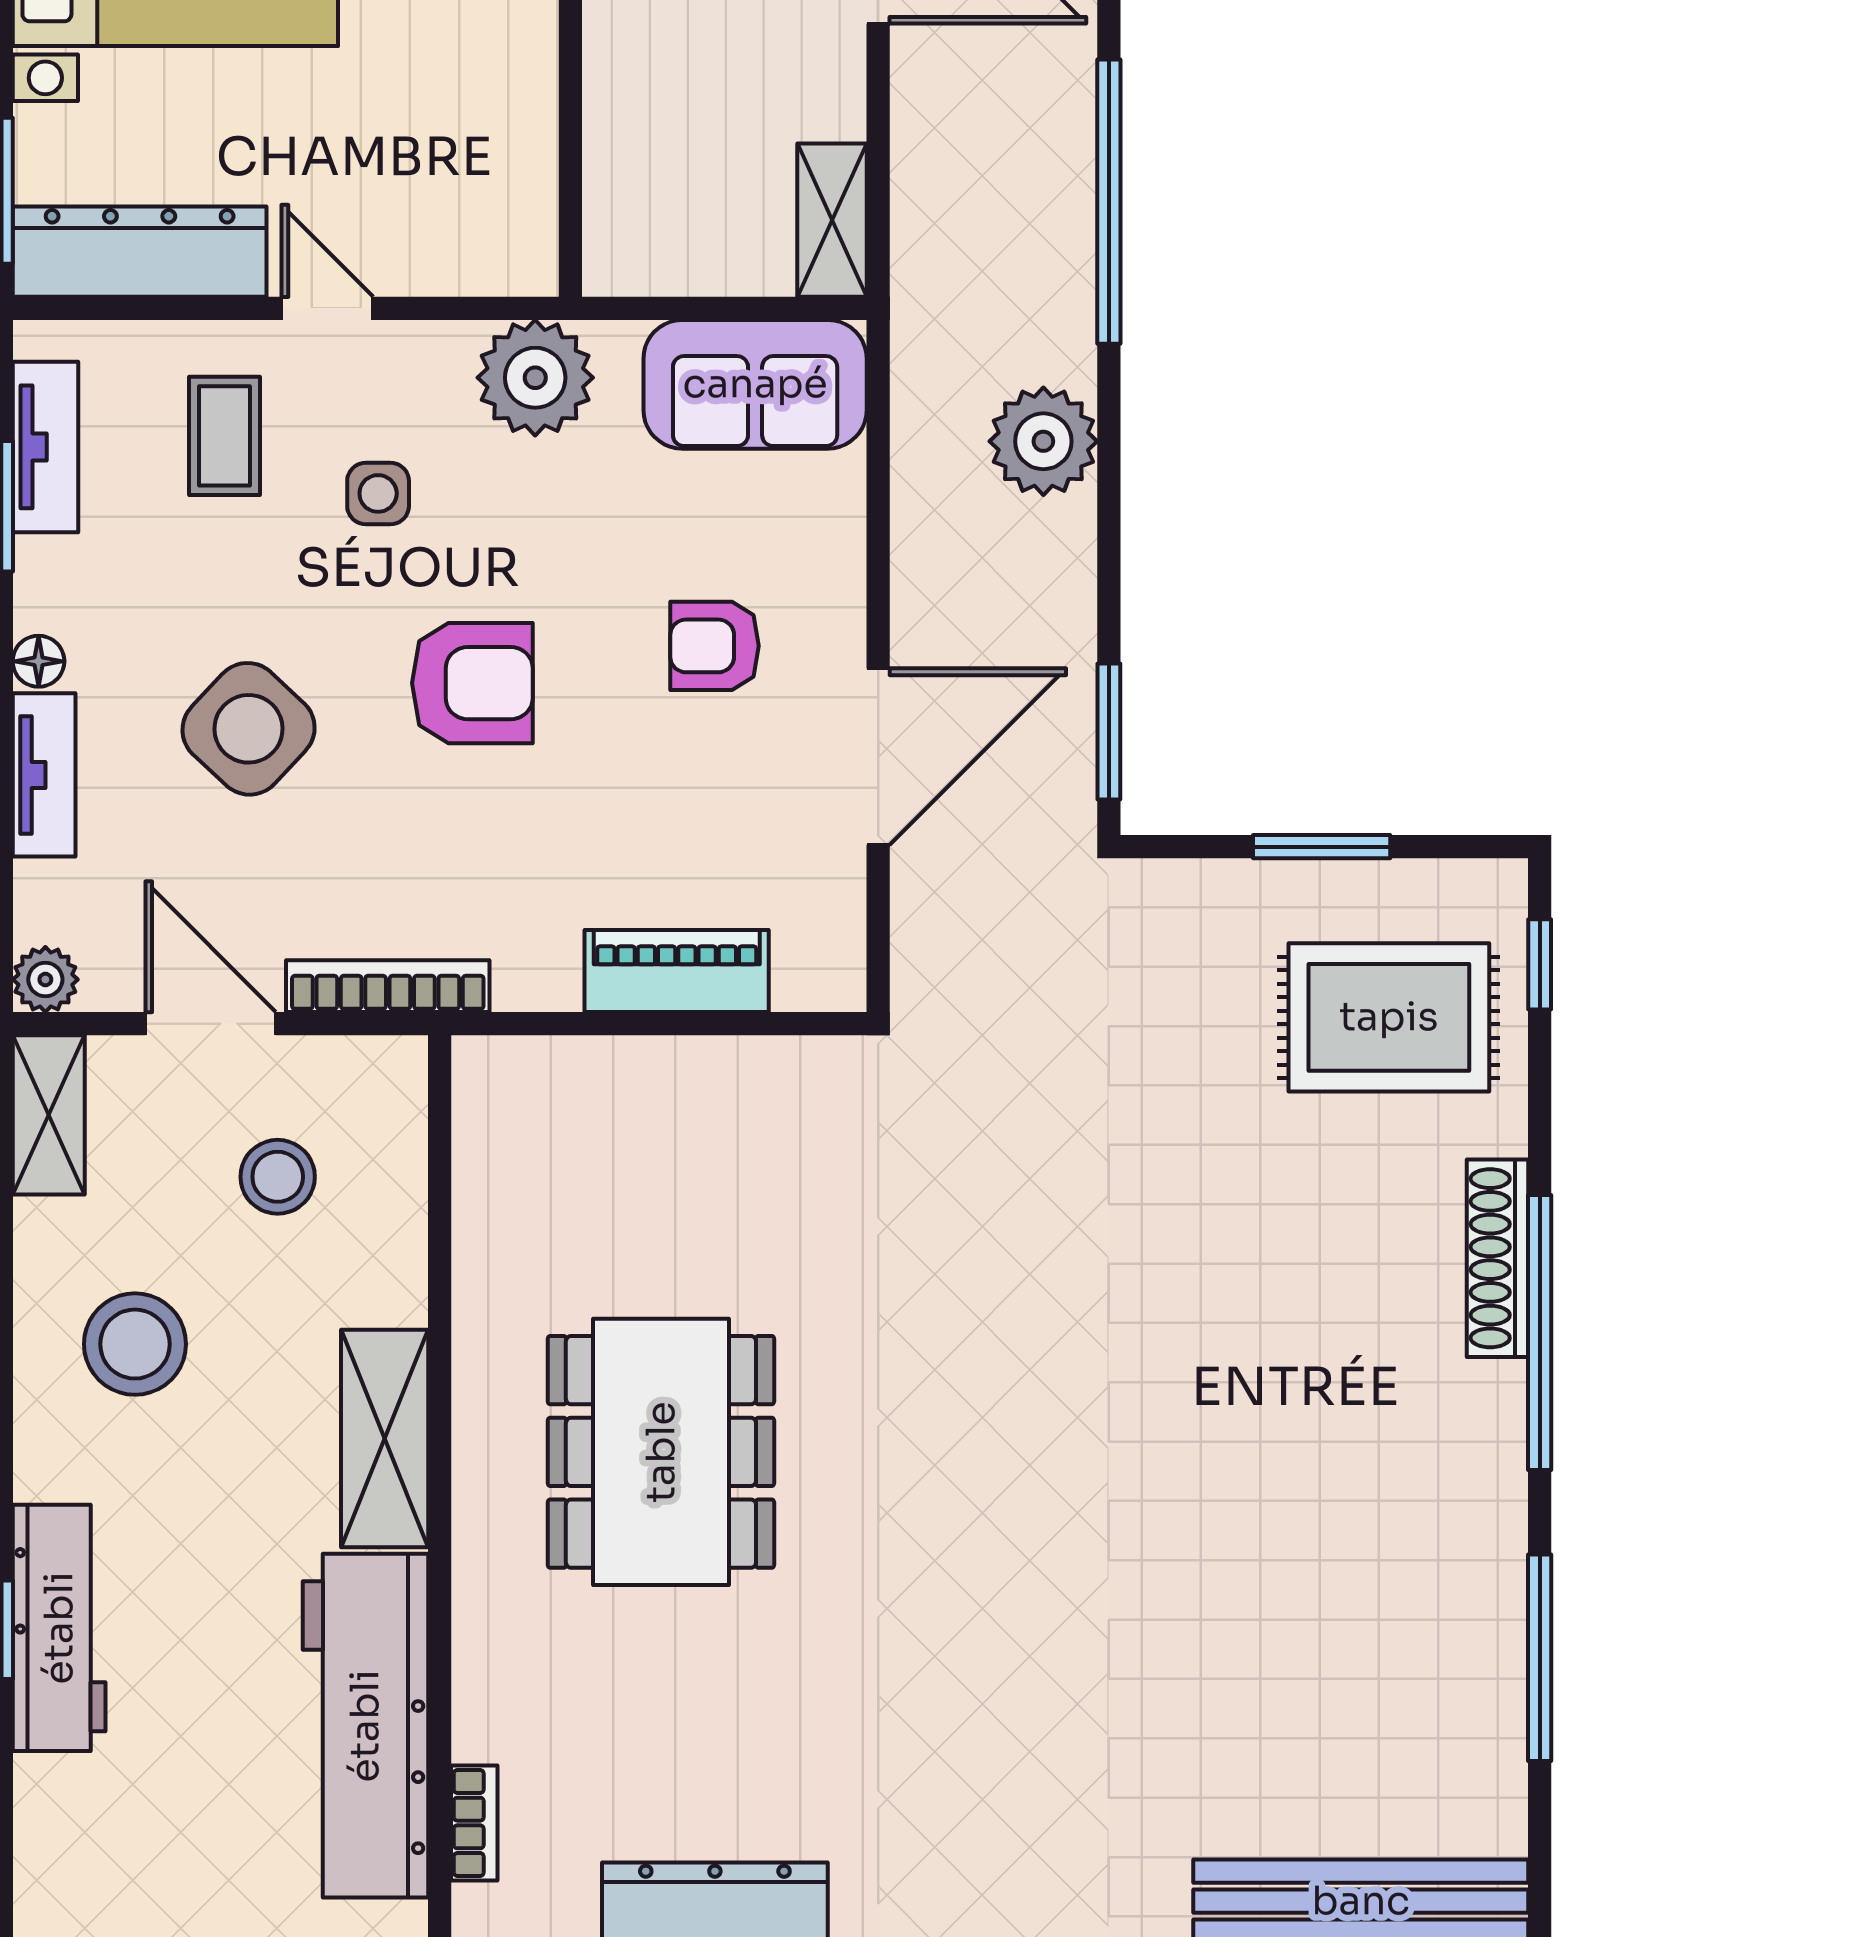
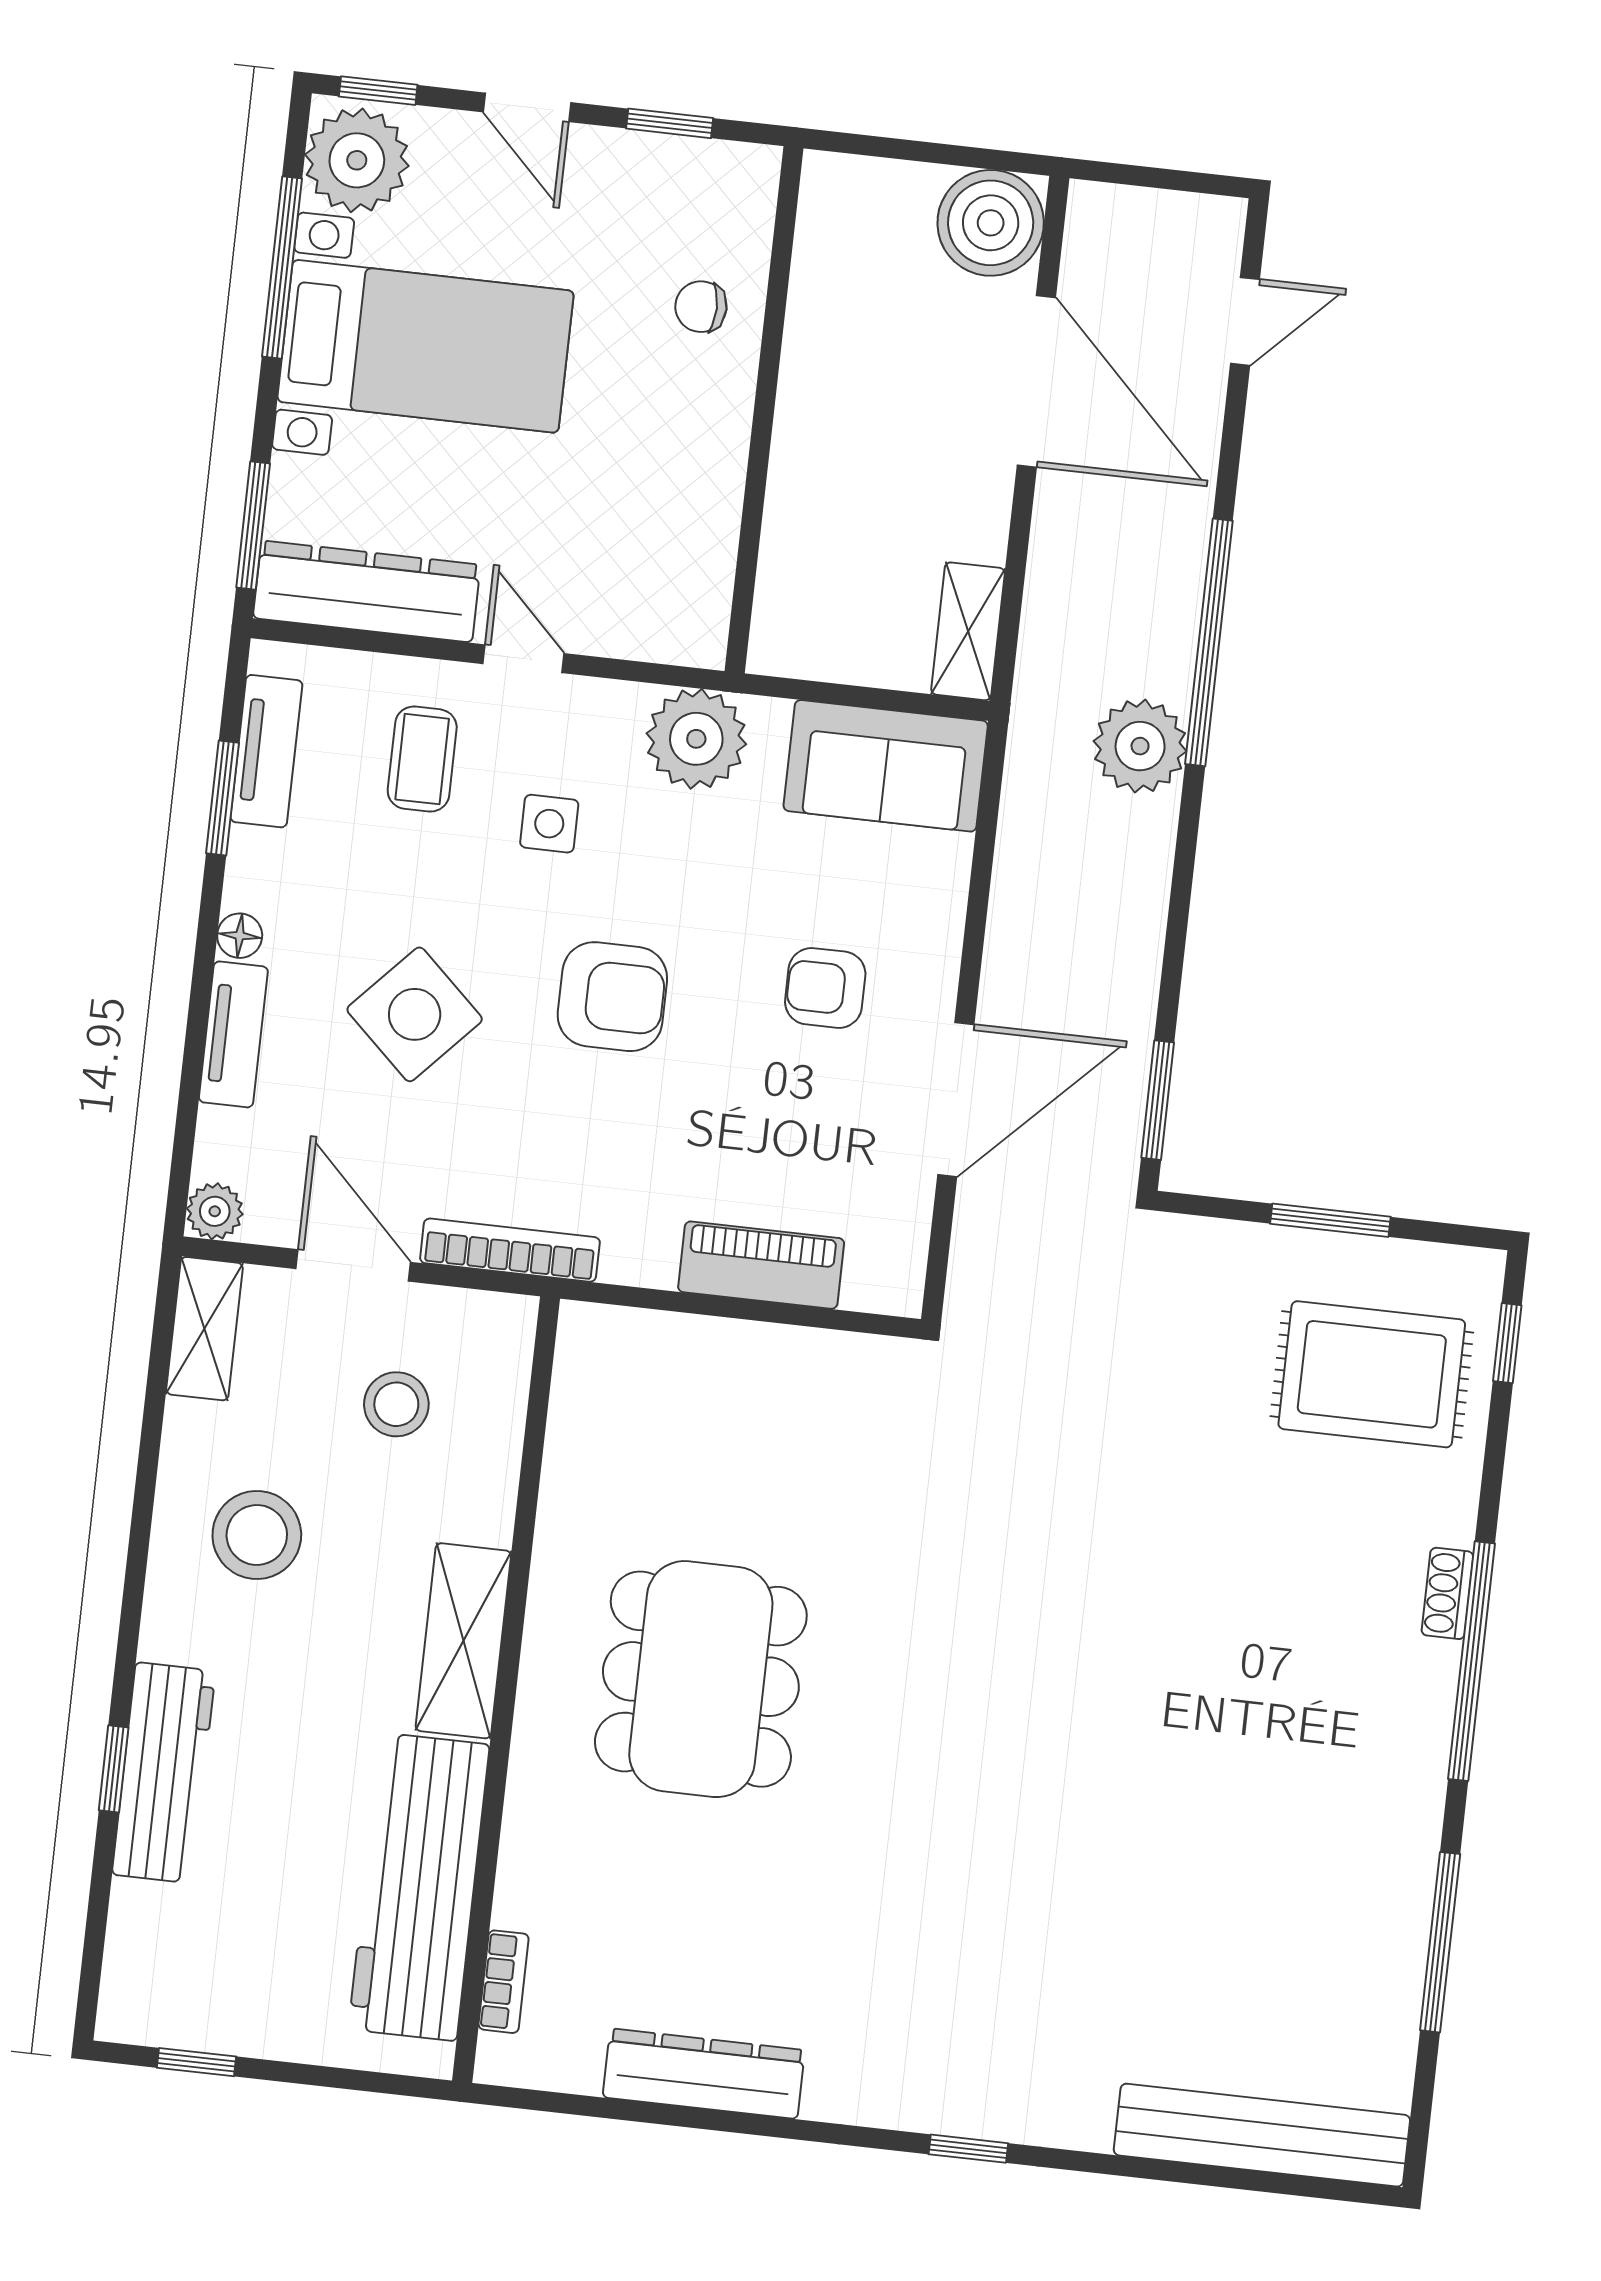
plant: (1043, 441) -> (1140, 746), moved
shoe rack: (1497, 1258) -> (1447, 1593), width x0.51, depth x0.81

